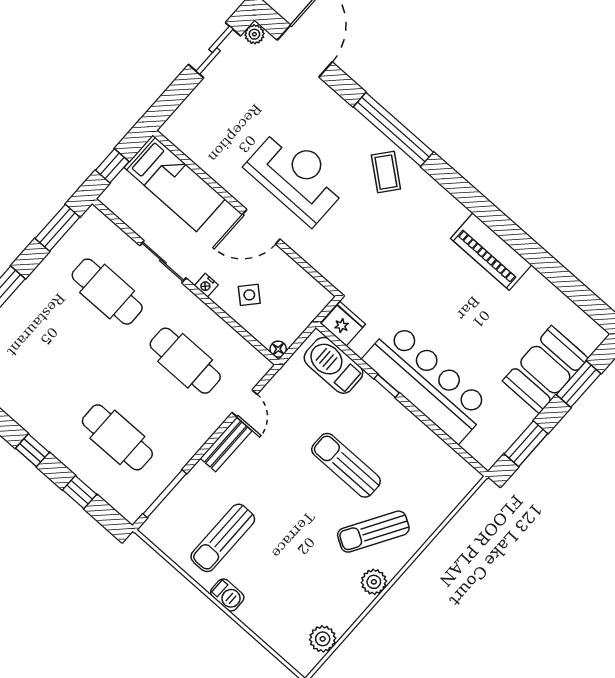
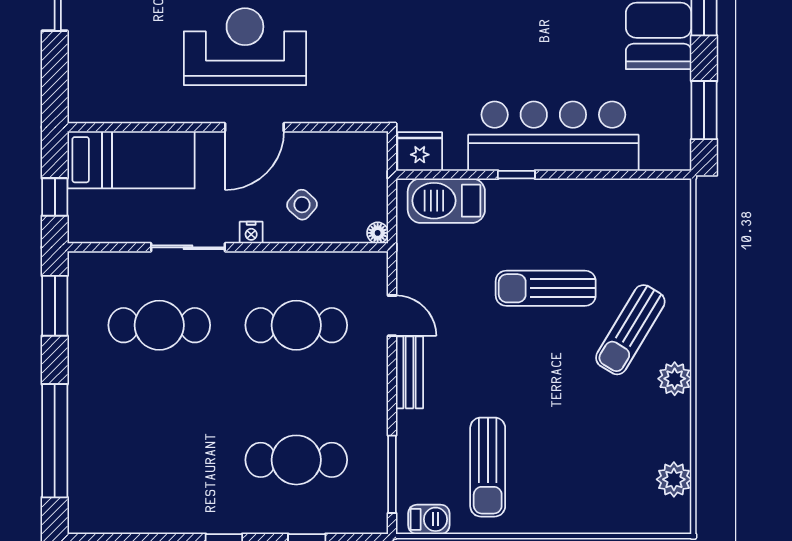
barbecue: (227, 595) -> (429, 519), moved

